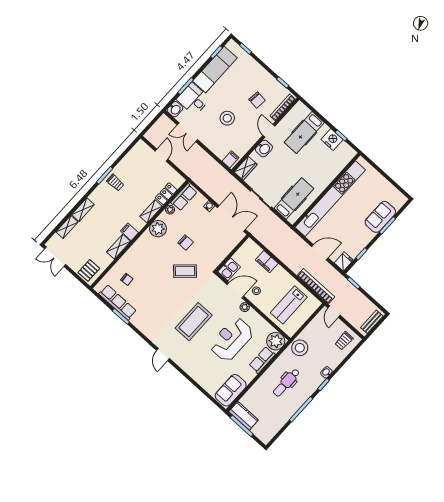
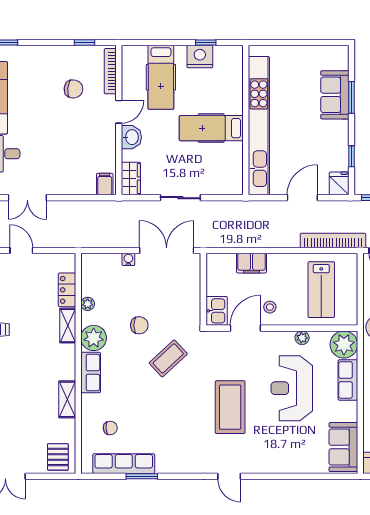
stool: (227, 118) -> (58, 141), removed
door: (269, 131) -> (119, 112), swing flipped
row of seats: (184, 197) -> (91, 373), moved
hospital bed: (294, 198) -> (211, 128), moved, turned -90
filing cabinet: (129, 232) -> (64, 371), removed
plant: (245, 307) -> (302, 338), moved

